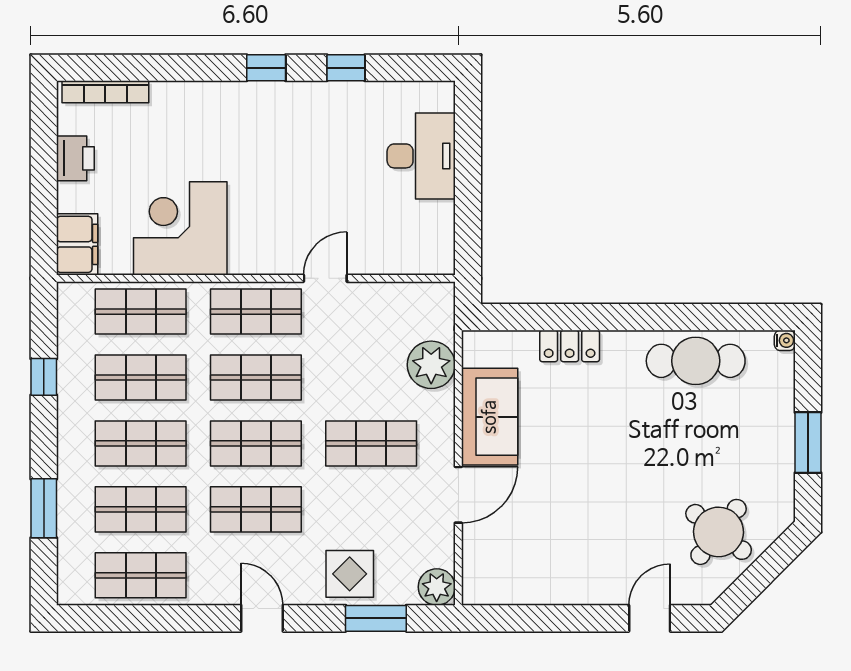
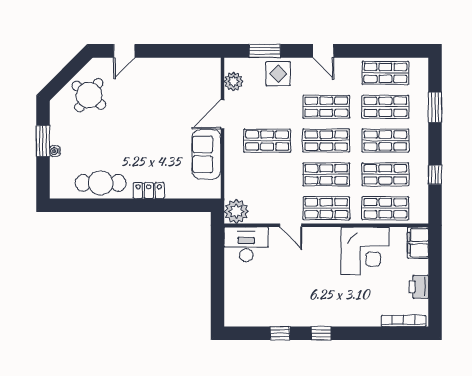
desk: (421, 156) -> (246, 244), moved, turned 90
door: (325, 278) -> (291, 225), hinge flipped
water cooler: (785, 340) -> (55, 151), moved
locker: (570, 346) -> (149, 191), moved
plant: (431, 365) -> (236, 211), moved
plant: (437, 587) -> (233, 81), moved

